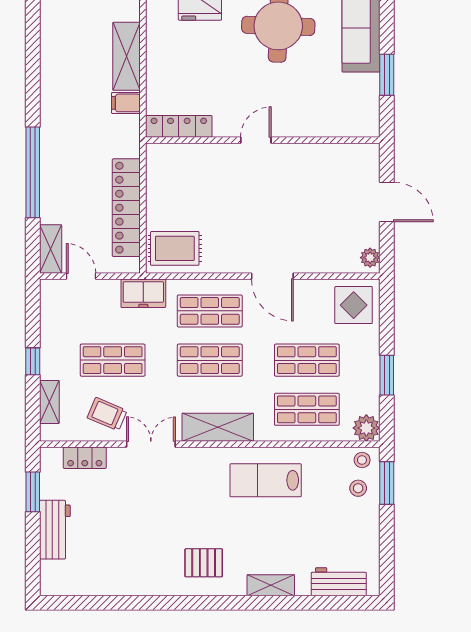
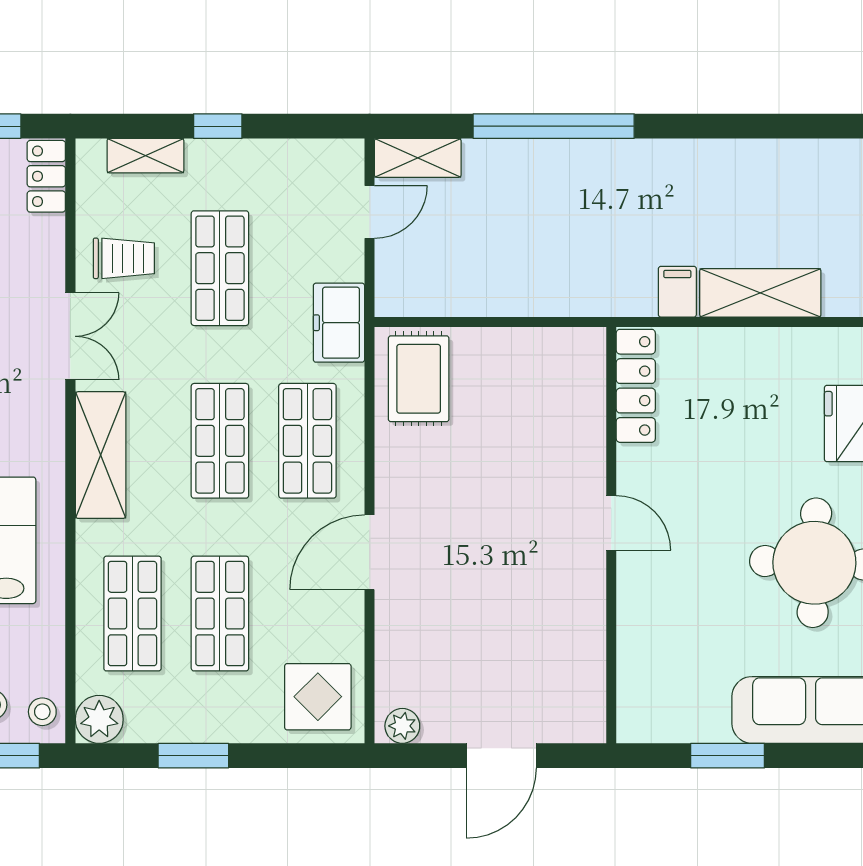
locker: (126, 208) -> (491, 292), removed
trolley: (107, 414) -> (124, 258), turned 67
locker: (85, 458) -> (46, 176), moved

